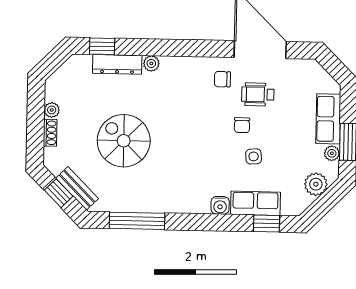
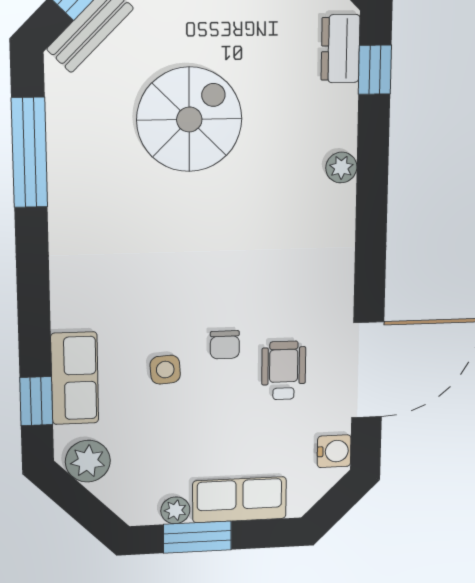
dresser: (117, 64) -> (341, 49), moved, width x0.70
chair: (222, 79) -> (312, 304), removed
chair: (242, 125) -> (225, 345), turned -90
plant: (316, 184) -> (88, 461), moved
water cooler: (220, 205) -> (334, 451), moved, turned 180

